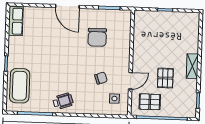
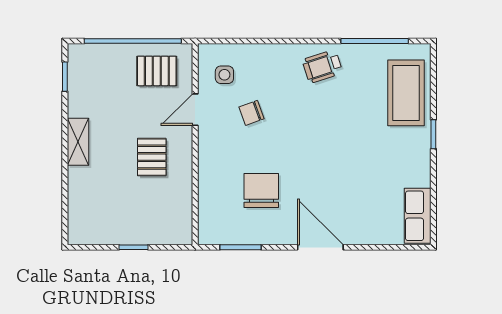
pallet: (165, 78) -> (152, 157), moved

